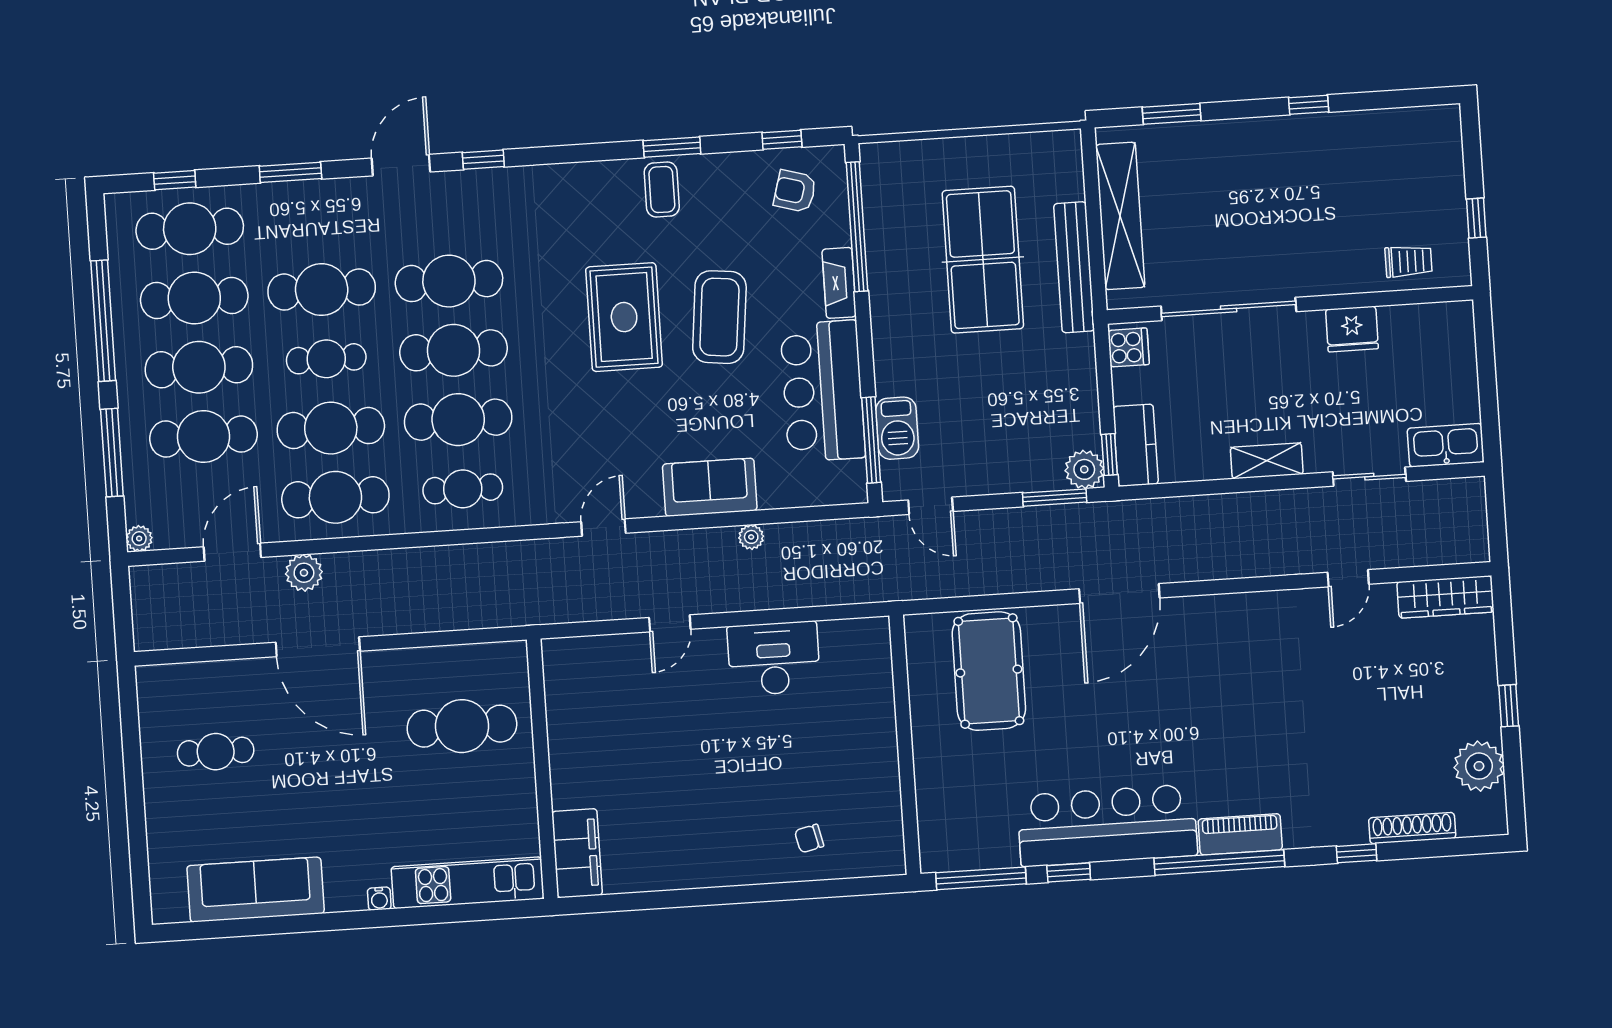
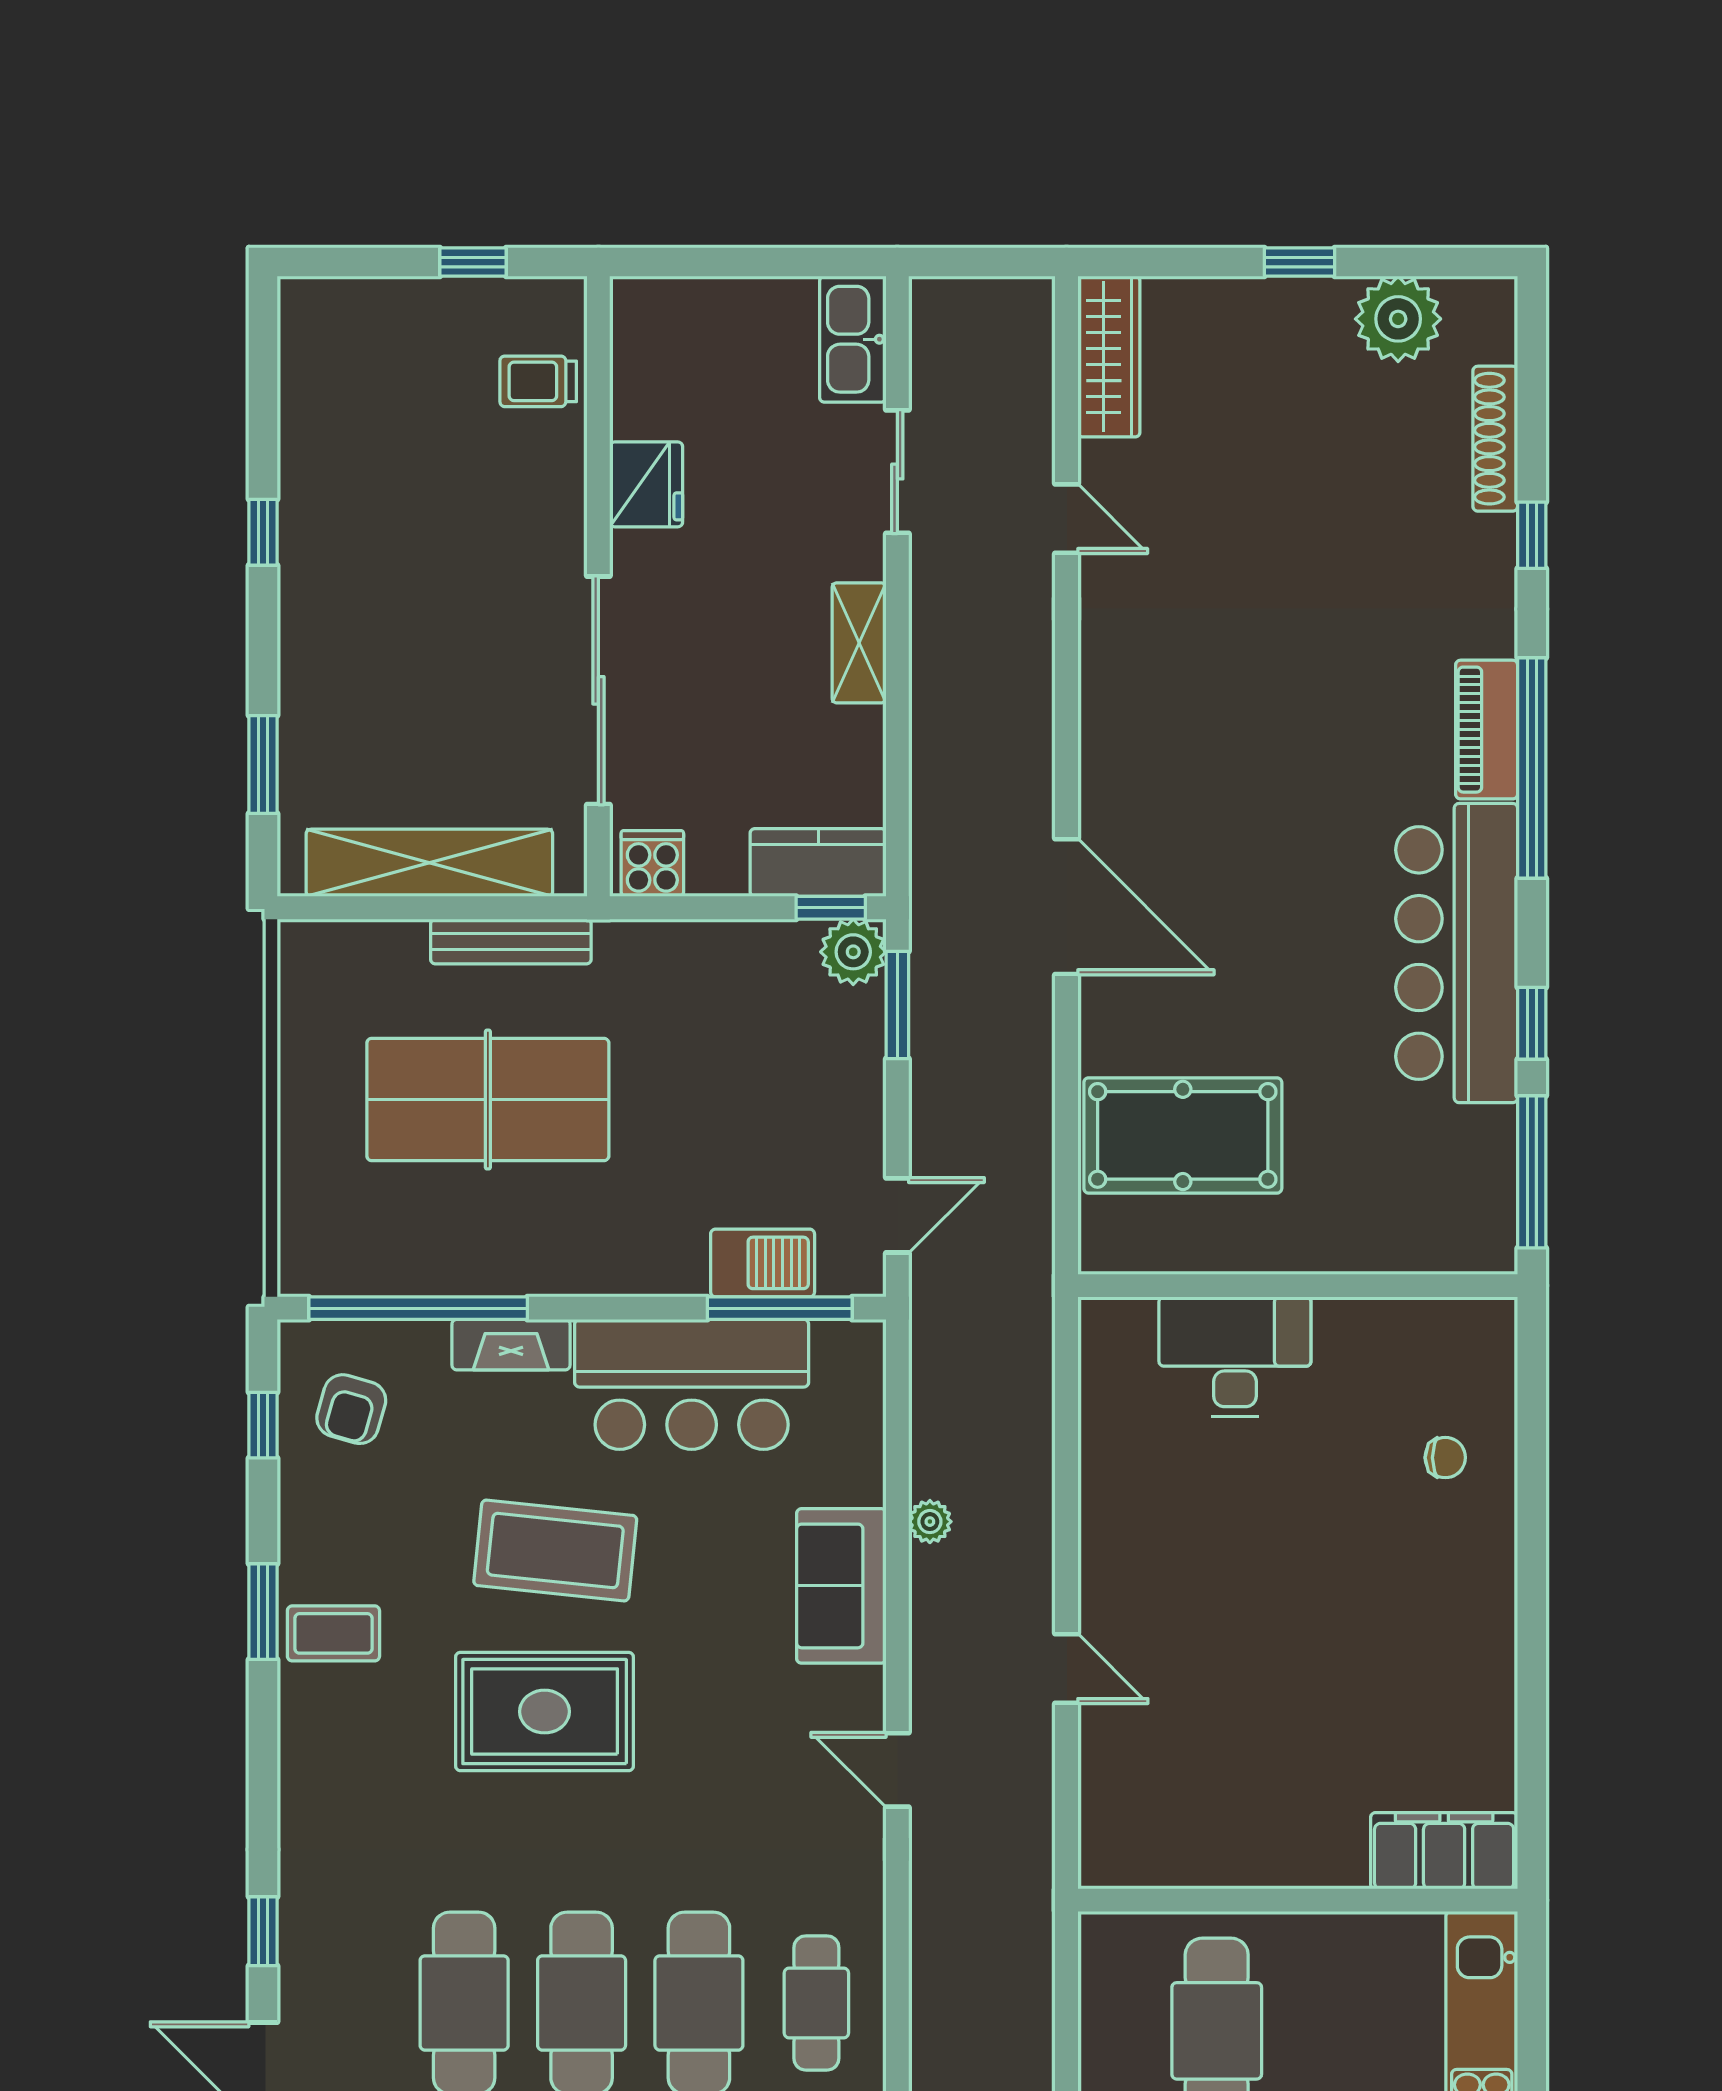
trolley: (1408, 261) -> (538, 381), turned -90
bench: (1074, 267) -> (511, 942), width x0.73, depth x0.82
desk: (774, 658) -> (1235, 1357), moved, turned 90
chair: (809, 838) -> (1445, 1458), turned -77

